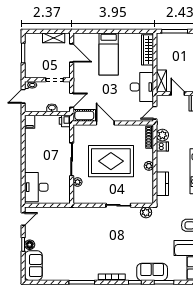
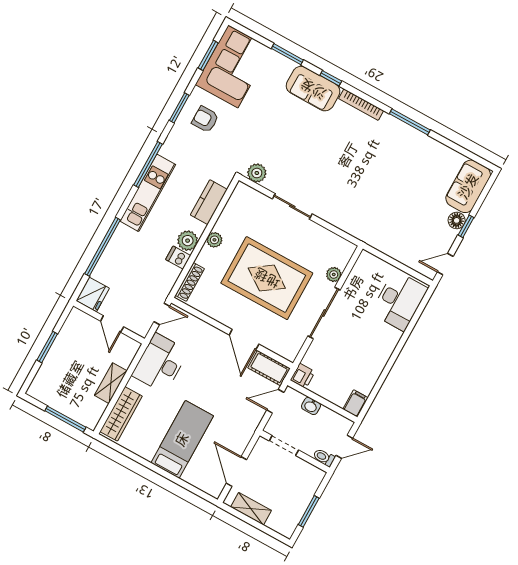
shelving: (161, 81) -> (111, 383), moved
plant: (162, 135) -> (188, 241), moved
sofa: (152, 272) -> (313, 89), moved

